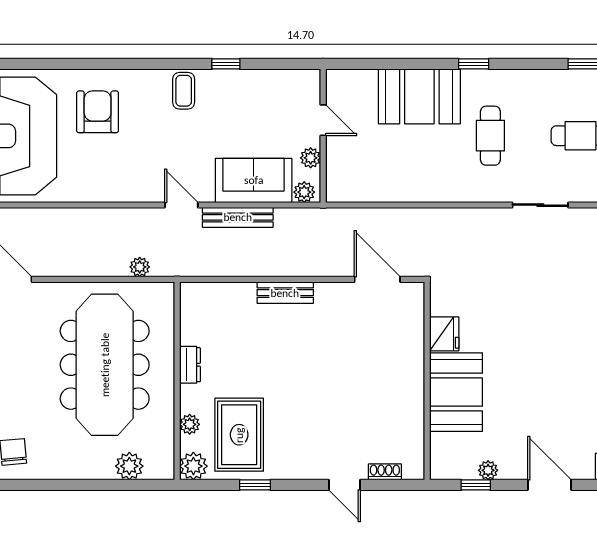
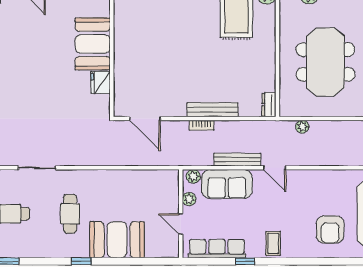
row of seats: (268, 83) -> (217, 249), added
bookcase: (292, 269) -> (202, 125), added
bench: (285, 293) -> (213, 110), width x1.36
meeting table: (105, 365) -> (325, 62), width x0.73
dresser: (190, 365) -> (269, 105), moved
plant: (190, 424) -> (269, 23), removed

